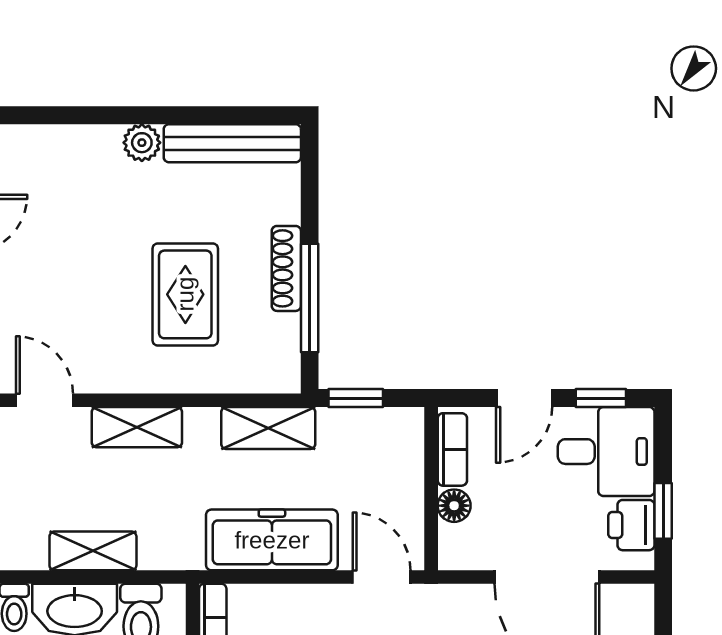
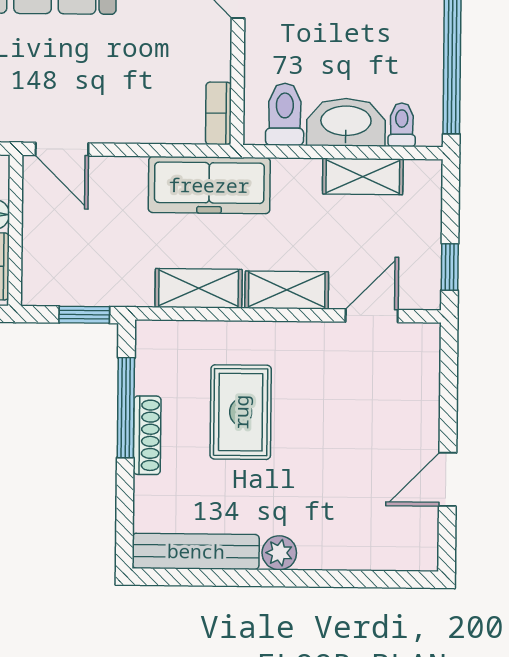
door: (45, 400) -> (372, 316), swing flipped
shelving: (268, 428) -> (199, 288), moved
freezer: (272, 540) -> (209, 185), moved
shelving: (93, 551) -> (363, 176), moved

